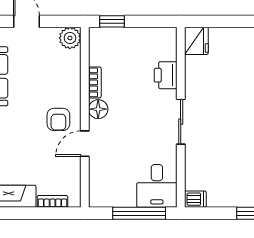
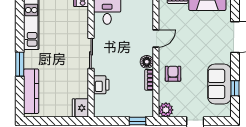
armchair: (58, 119) -> (173, 74), moved

